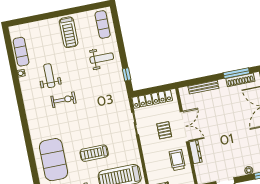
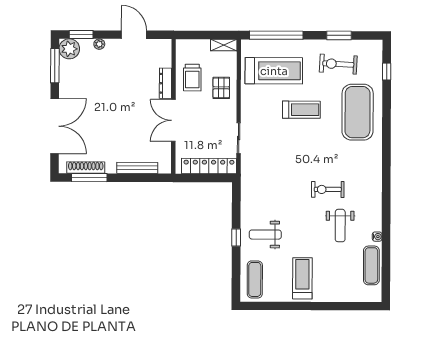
window: (127, 74) -> (236, 238), moved
pallet: (164, 130) -> (221, 88), moved

